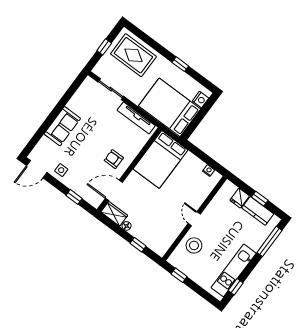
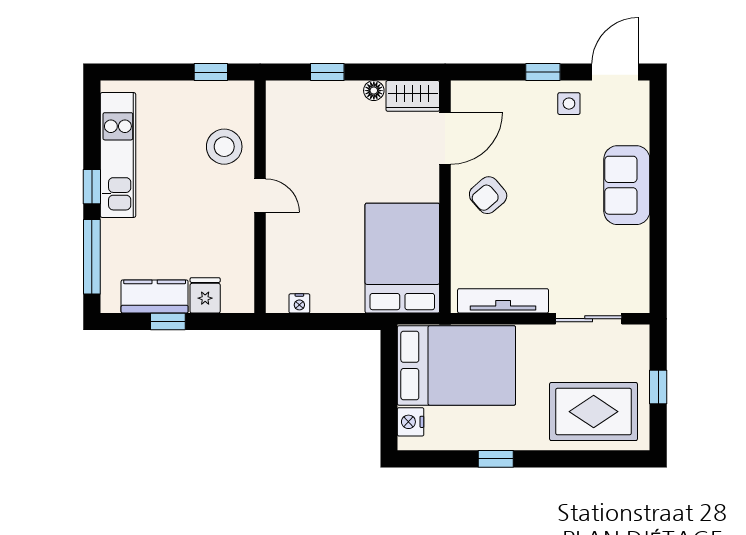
armchair: (114, 159) -> (488, 195), turned 139
window: (74, 197) -> (543, 72), moved
window: (236, 287) -> (92, 187), moved

